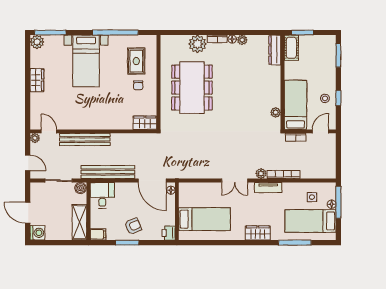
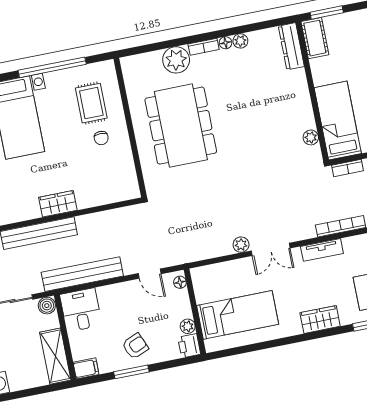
wardrobe: (145, 123) -> (58, 204), moved
plant: (261, 173) -> (241, 245), moved
door: (152, 181) -> (150, 274), width x0.53
plant: (170, 220) -> (188, 326), added

